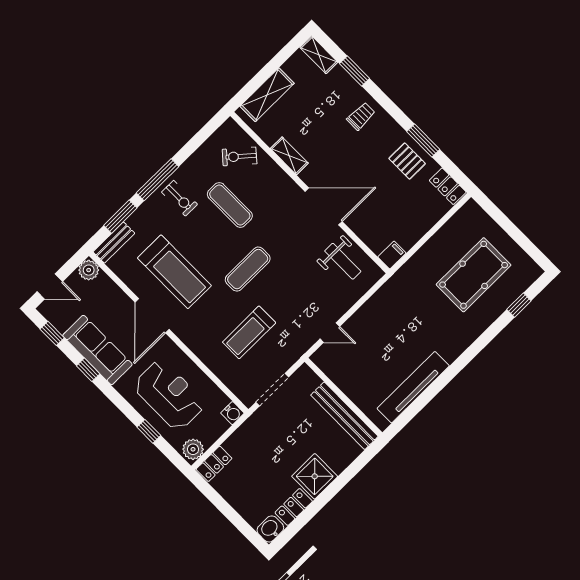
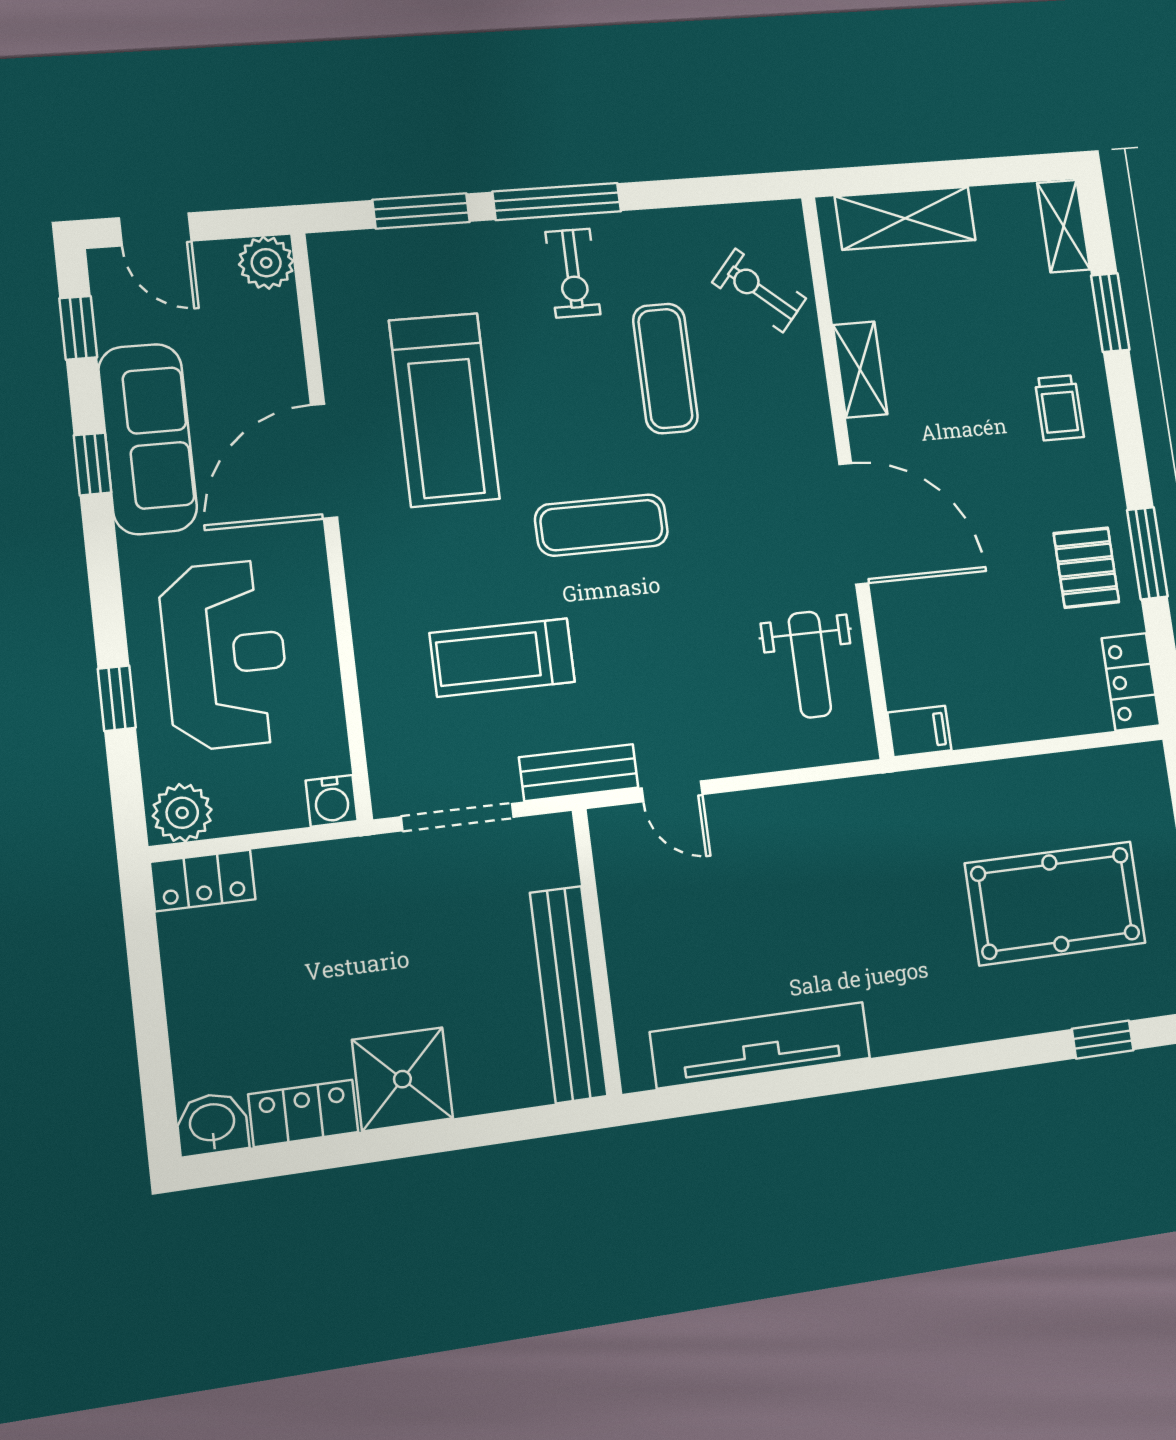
trolley: (361, 116) -> (1059, 408), turned 90
bench: (114, 243) -> (579, 773), moved

